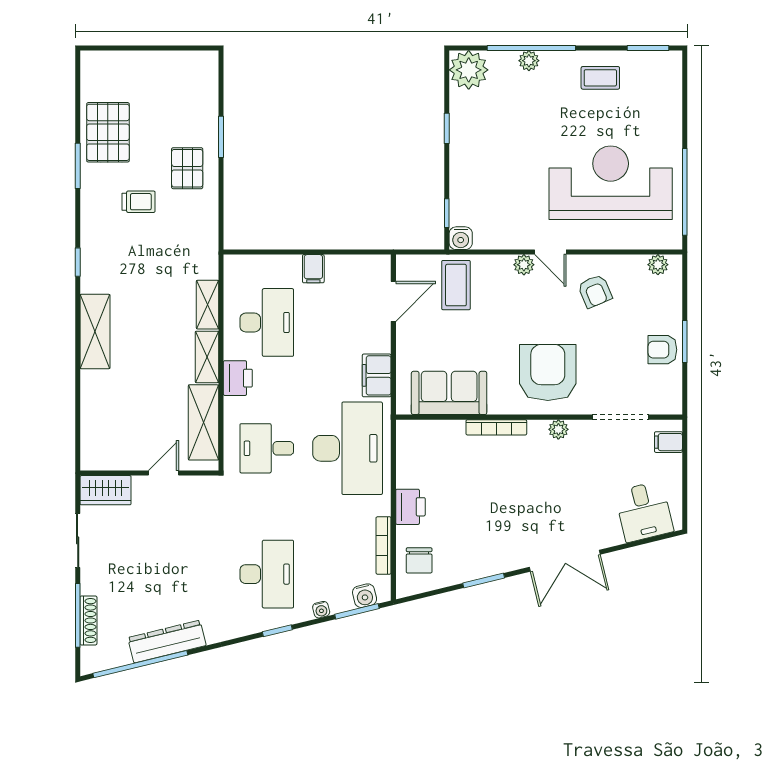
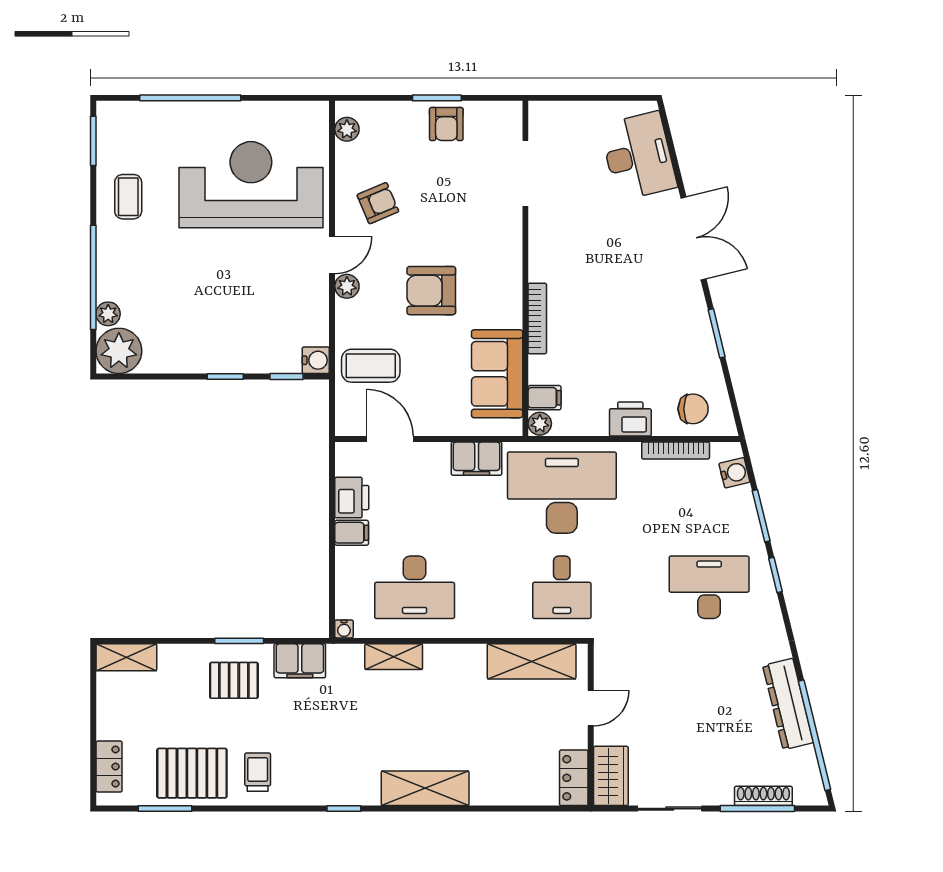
plant: (529, 61) -> (108, 314), moved
locker: (114, 62) -> (109, 767), added
window: (447, 128) -> (225, 376), moved
window: (221, 137) -> (239, 641), moved
window: (78, 166) -> (165, 809), moved
reception desk: (611, 183) -> (251, 185), turned 90
window: (685, 192) -> (190, 98), moved
trolley: (139, 202) -> (258, 772), moved
filing cabinet: (204, 225) -> (300, 661), added
desk: (267, 322) -> (415, 587), turned 180
shelving: (207, 357) -> (126, 657), moved
armchair: (548, 372) -> (431, 291), moved, width x0.73, depth x0.73
printer: (238, 378) -> (352, 498), moved, turned 90
plant: (558, 429) -> (540, 424), moved
filing cabinet: (668, 442) -> (545, 398), moved, turned -90
locker: (104, 459) -> (574, 778), added
door: (163, 473) -> (591, 708), swing flipped
desk: (644, 512) -> (638, 156), width x1.37
water cooler: (321, 610) -> (344, 629), moved, turned 104
window: (357, 611) -> (761, 516), moved

